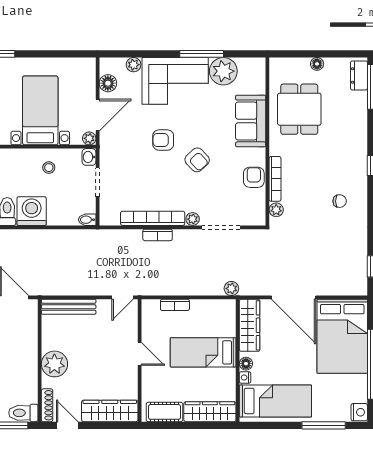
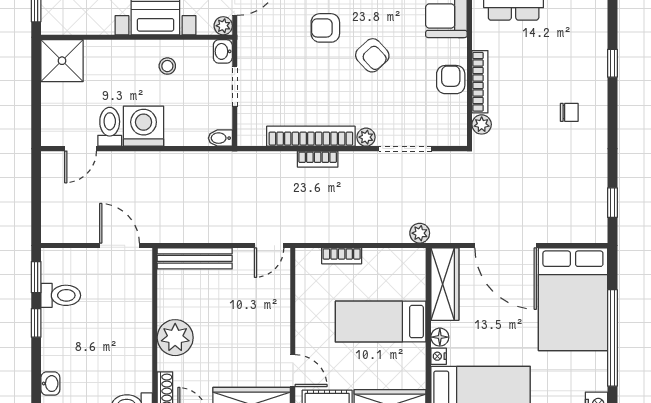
door: (140, 354) -> (293, 371), moved

